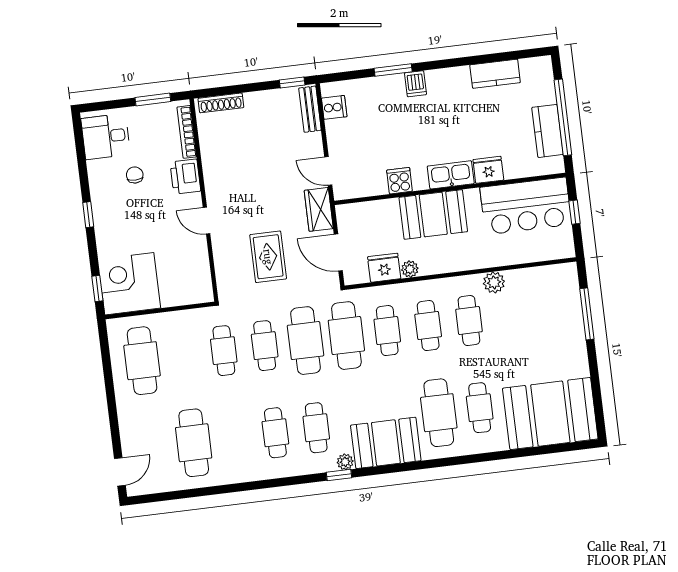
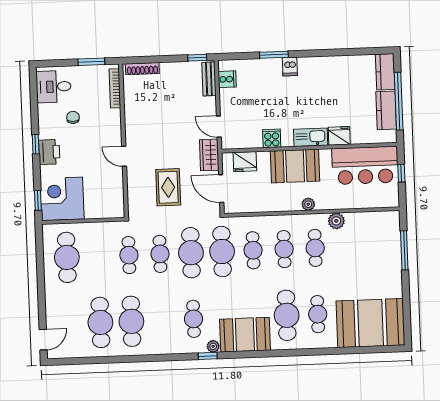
kitchen counter: (495, 74) -> (385, 72), moved, turned 90
printer: (185, 177) -> (49, 152), moved, turned 180
fridge: (384, 268) -> (245, 162), moved, turned 180
plant: (410, 269) -> (308, 204), moved
cafe table: (275, 433) -> (131, 321), moved, width x1.37, depth x1.35

